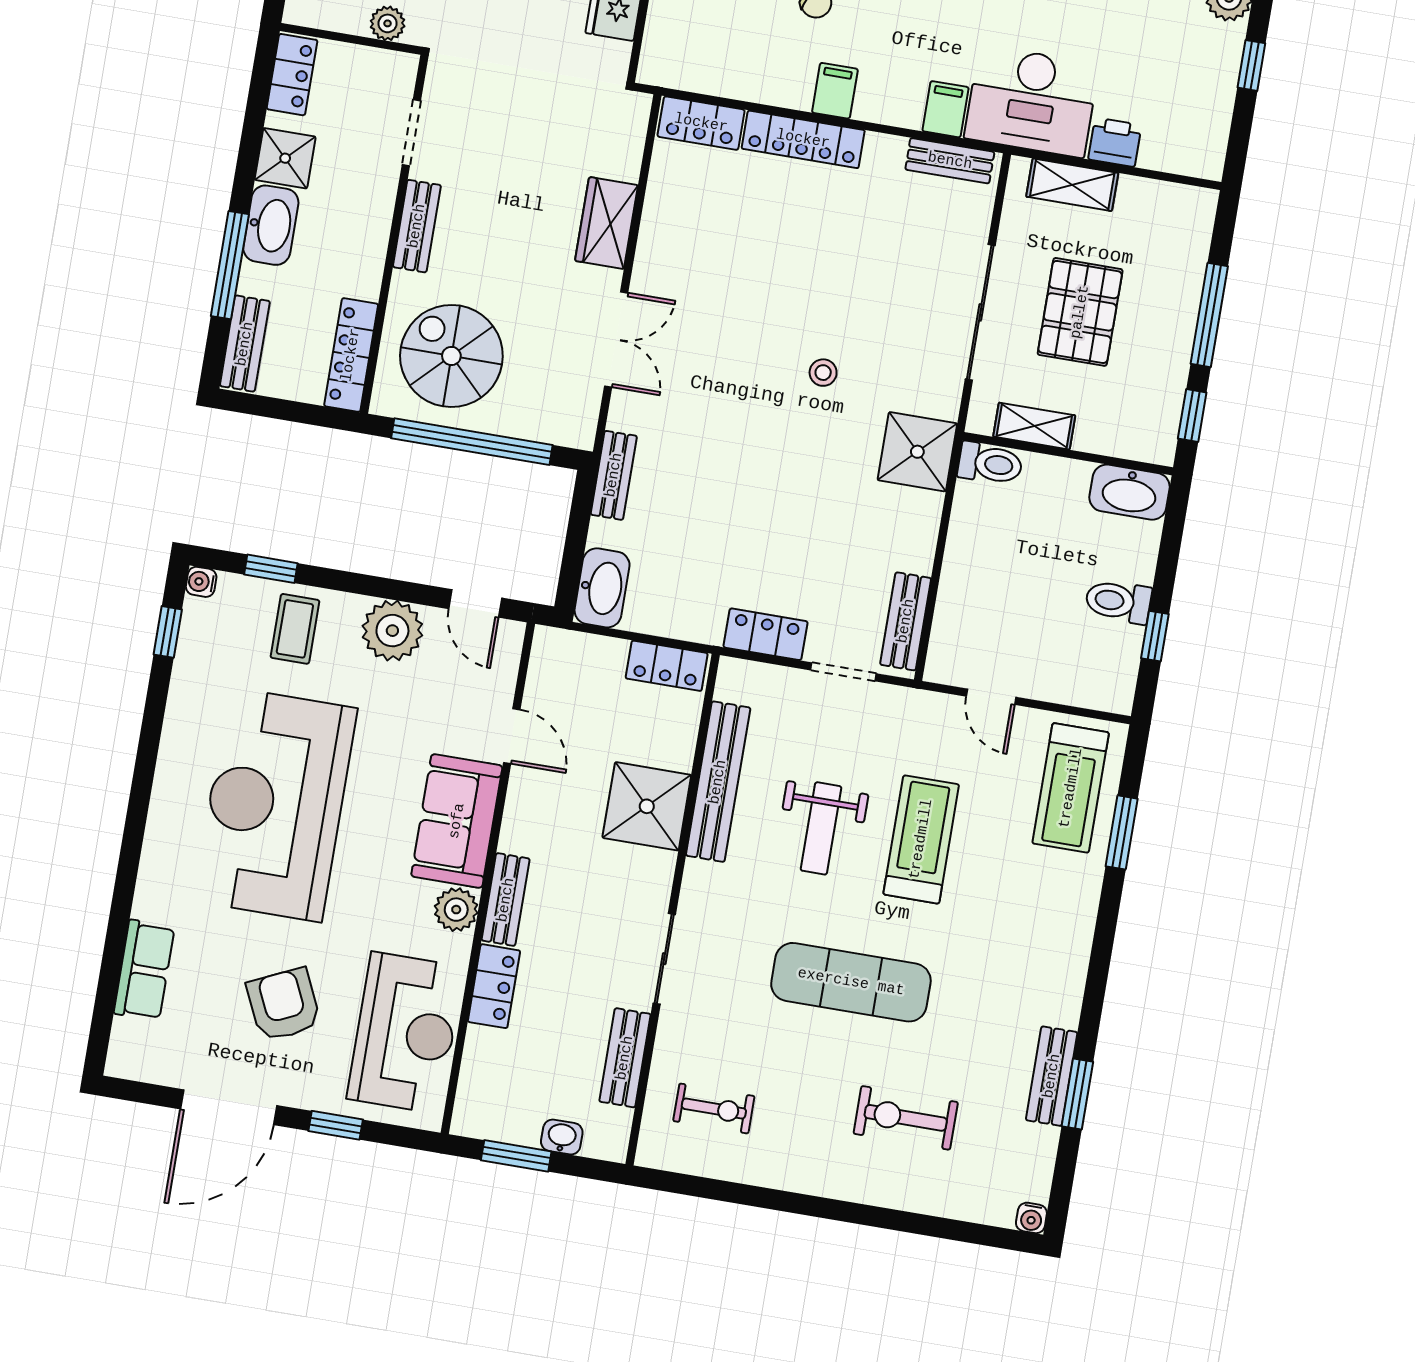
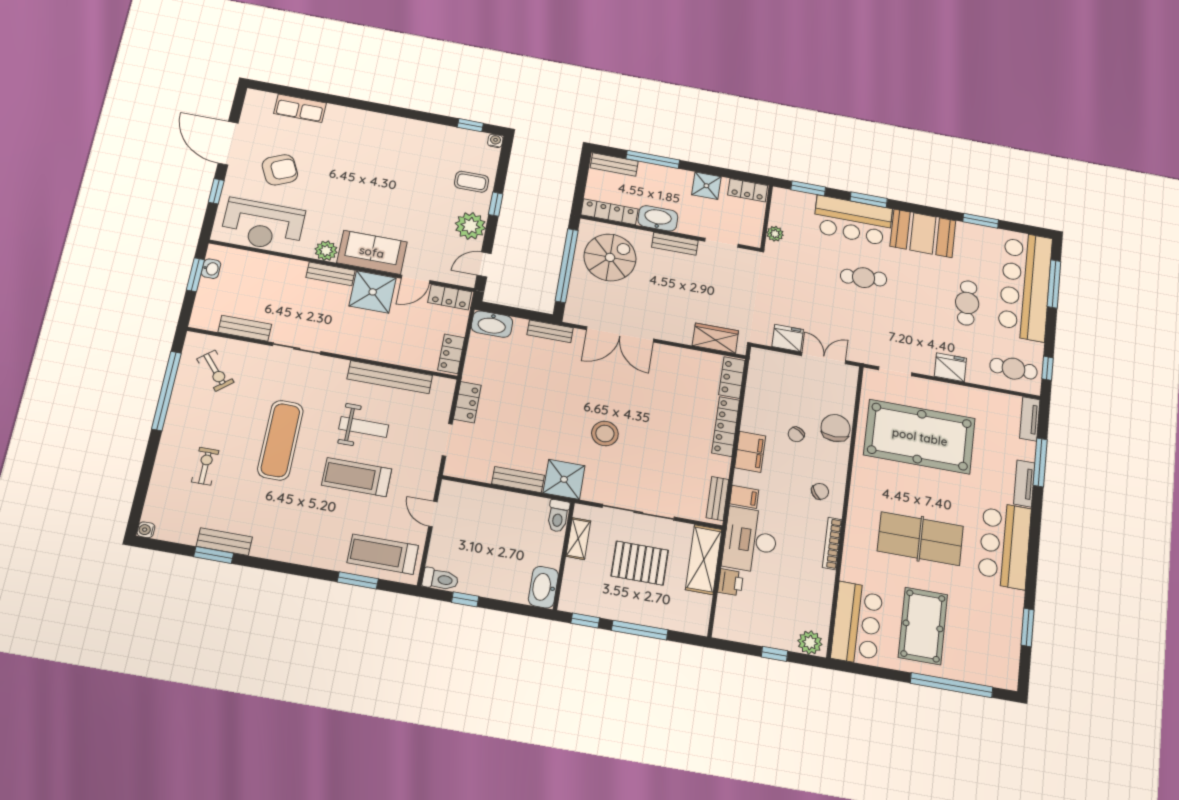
filing cabinet: (835, 91) -> (750, 452), width x2.00
shelving: (1072, 185) -> (704, 560), width x1.50, depth x1.33
wardrobe: (607, 223) -> (715, 338), moved
washbasin: (271, 225) -> (658, 218), moved, turned 180
double door: (616, 339) -> (620, 334), width x1.37
stool: (823, 373) -> (605, 434), width x1.89, depth x1.89
window: (271, 569) -> (496, 204), moved
toilet: (1118, 601) -> (440, 579), moved, turned 90
bench: (906, 621) -> (518, 480), moved
door: (991, 697) -> (433, 514), hinge flipped
reception desk: (275, 805) -> (382, 170), removed
shower: (647, 806) -> (373, 292), moved
weight bench: (821, 828) -> (364, 427), turned 180
treadmill: (921, 839) -> (357, 477), turned 180
locker: (494, 986) -> (450, 297), moved
exercise bike: (714, 1109) -> (215, 371), turned -40
exercise bike: (906, 1118) -> (205, 466), width x0.73, depth x0.72
washbasin: (562, 1137) -> (211, 269), moved
window: (757, 1197) -> (166, 391), added

